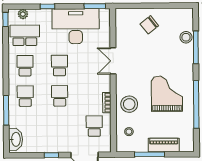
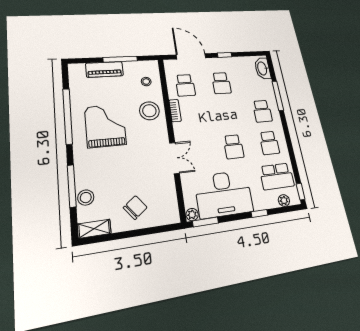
plant: (105, 13) -> (192, 215), added
shelving: (181, 13) -> (94, 229), added
grand piano: (167, 94) -> (105, 126), turned 180
school desk: (60, 96) -> (221, 83), moved

